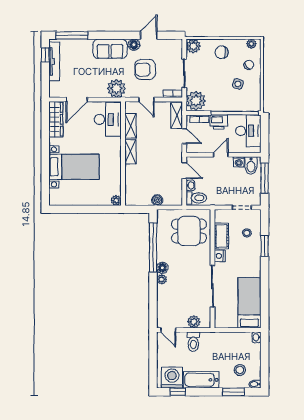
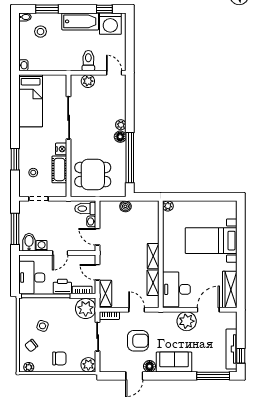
plant: (116, 88) -> (187, 321), moved

